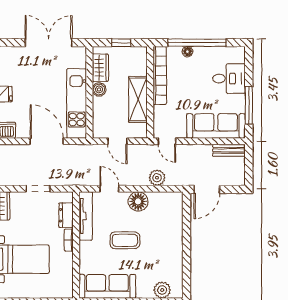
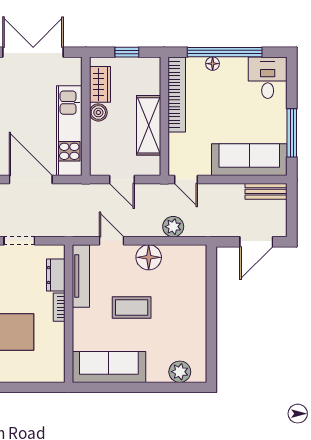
desk: (229, 79) -> (268, 78), moved, turned -90
door: (207, 189) -> (256, 242), moved

